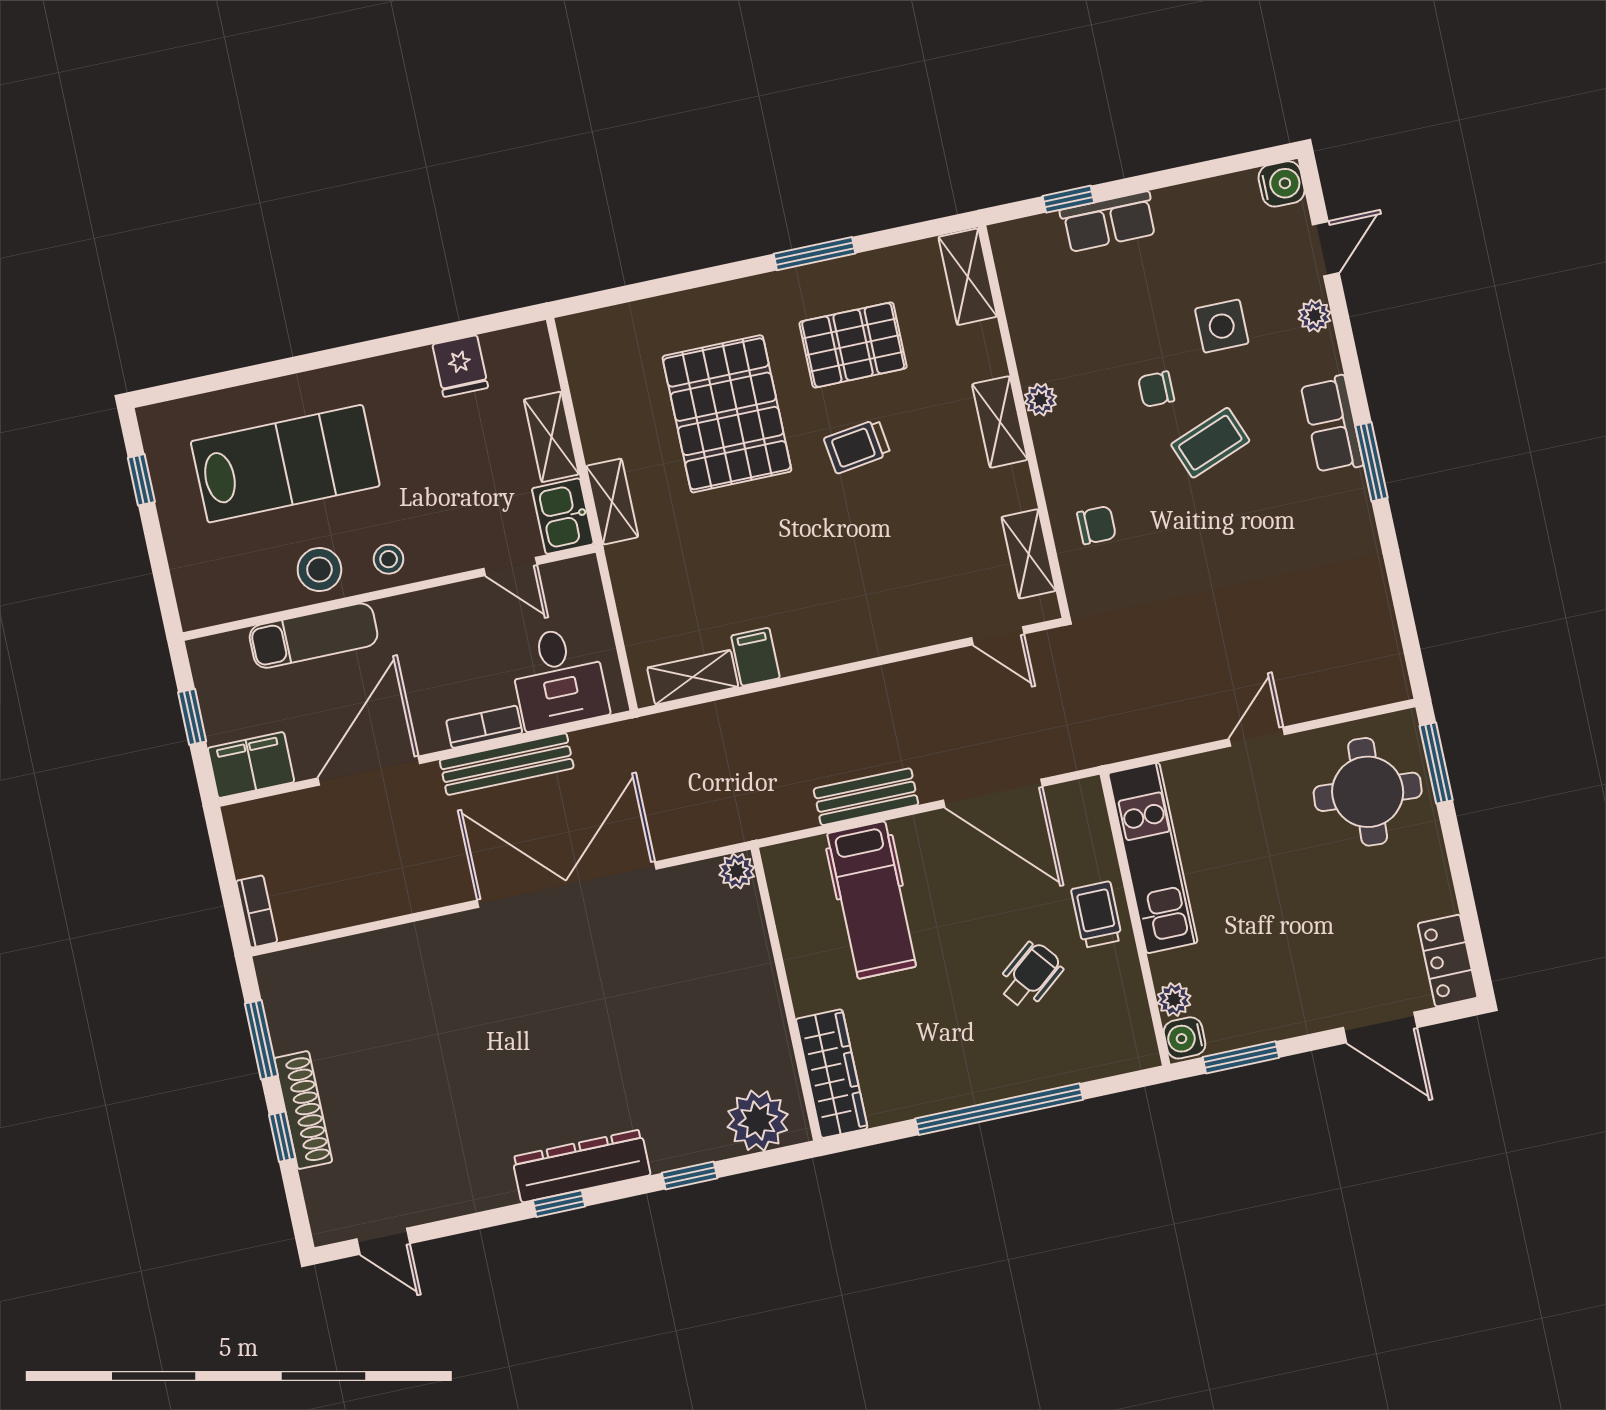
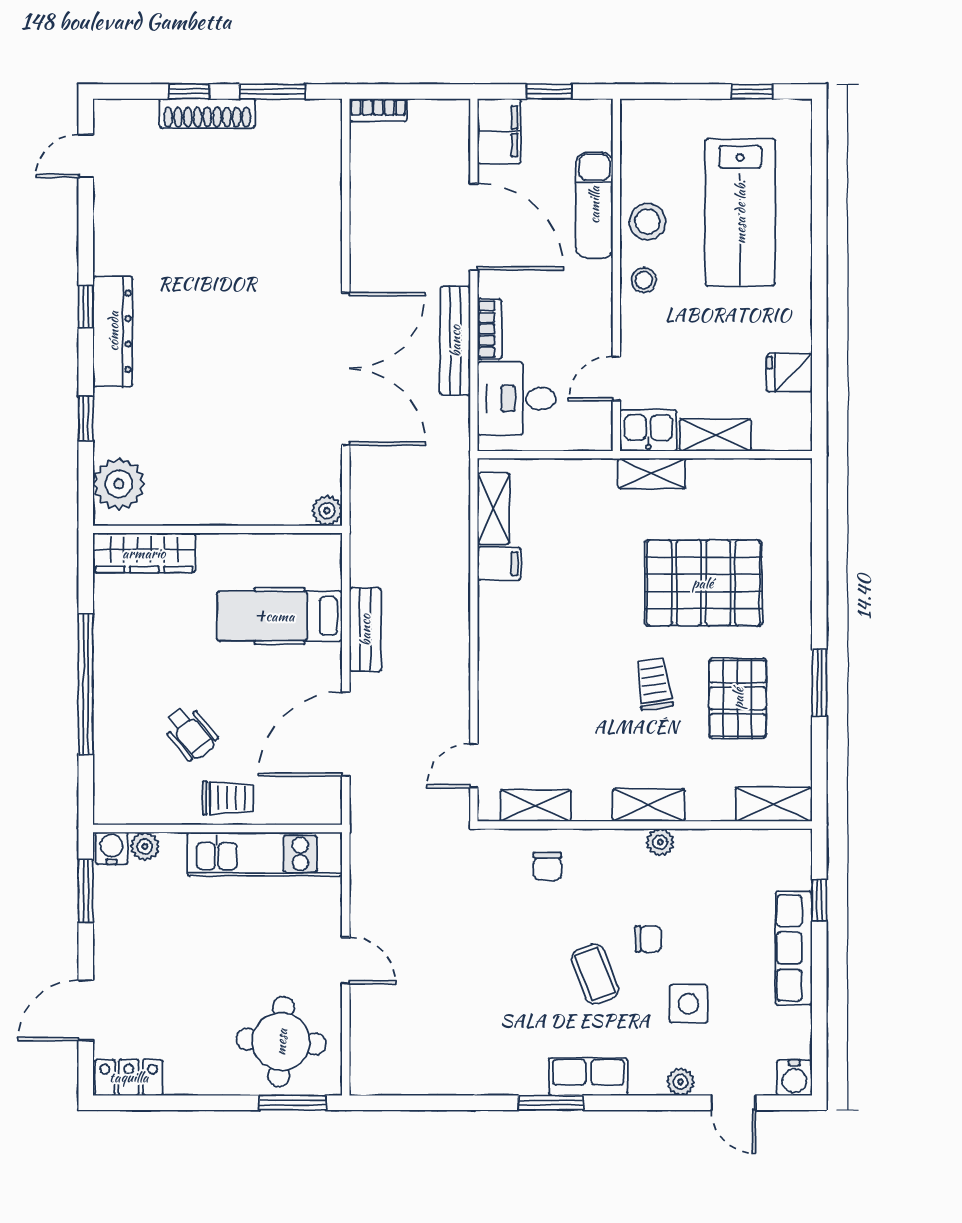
row of seats: (1109, 222) -> (794, 948), width x1.48
chair: (1156, 389) -> (648, 939), turned 90

